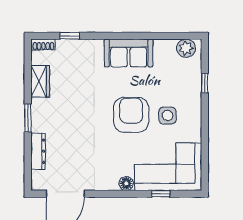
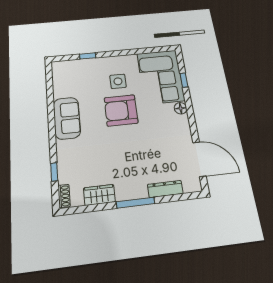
plant: (186, 48) -> (60, 73), removed
window: (28, 118) -> (136, 203), width x1.44

